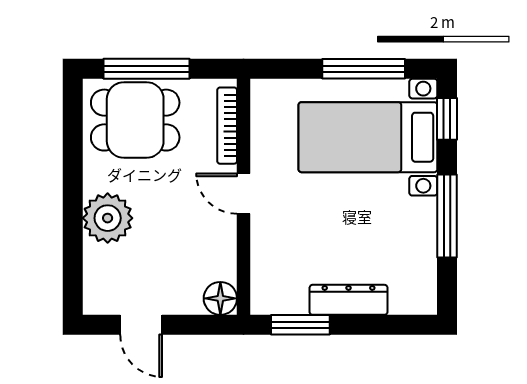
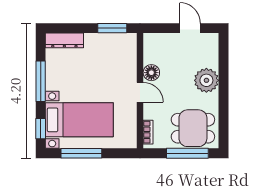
bookcase: (227, 126) -> (148, 132), width x0.64
floor lamp: (220, 298) -> (151, 73), moved
dresser: (349, 300) -> (64, 40), moved

